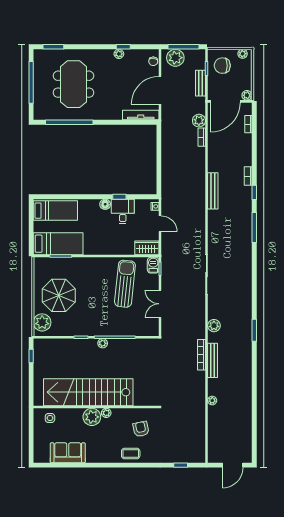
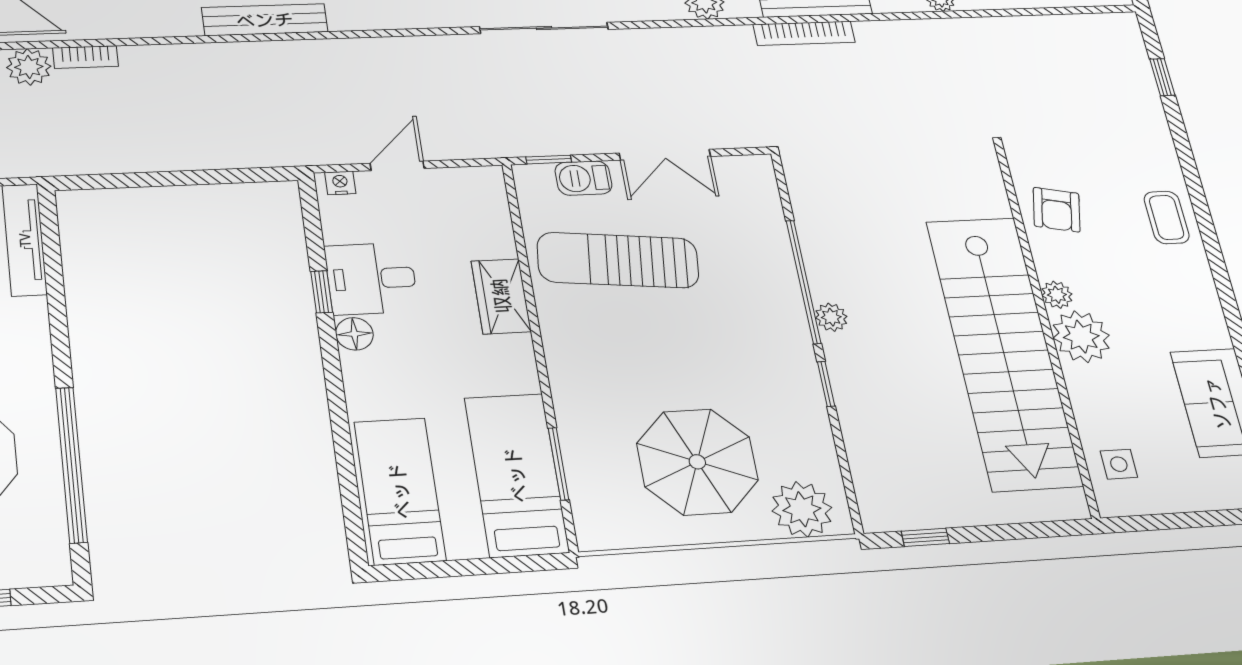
wardrobe: (147, 248) -> (501, 296), moved
barbecue: (153, 265) -> (583, 178), moved
armchair: (141, 429) -> (1057, 210), moved, turned -66

